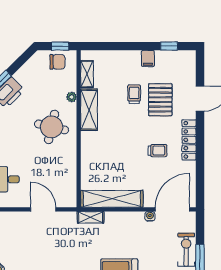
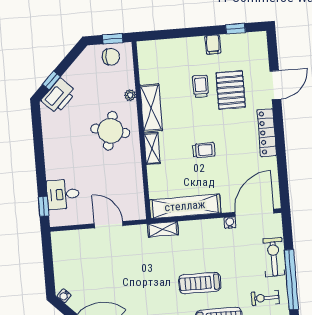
shelving: (87, 74) -> (152, 148), moved
trolley: (157, 151) -> (204, 150), moved

